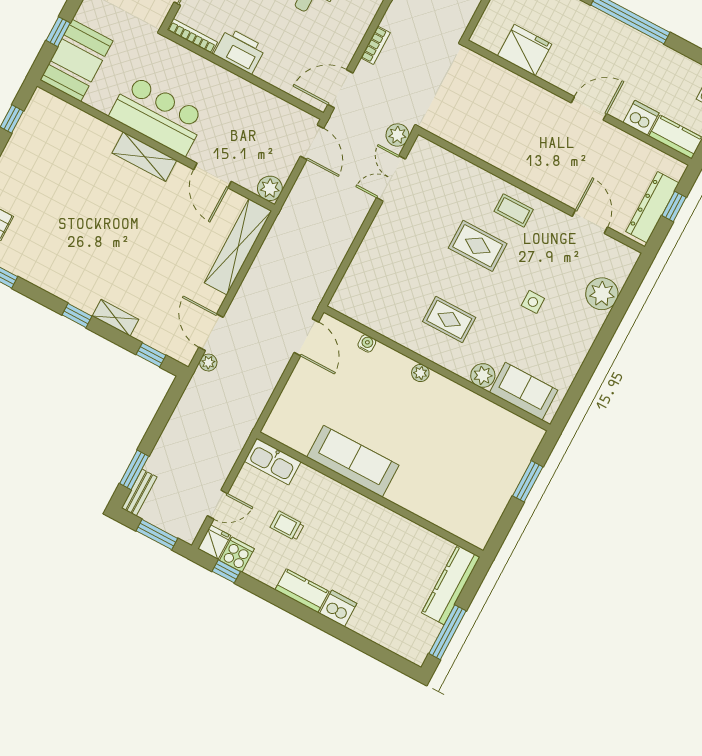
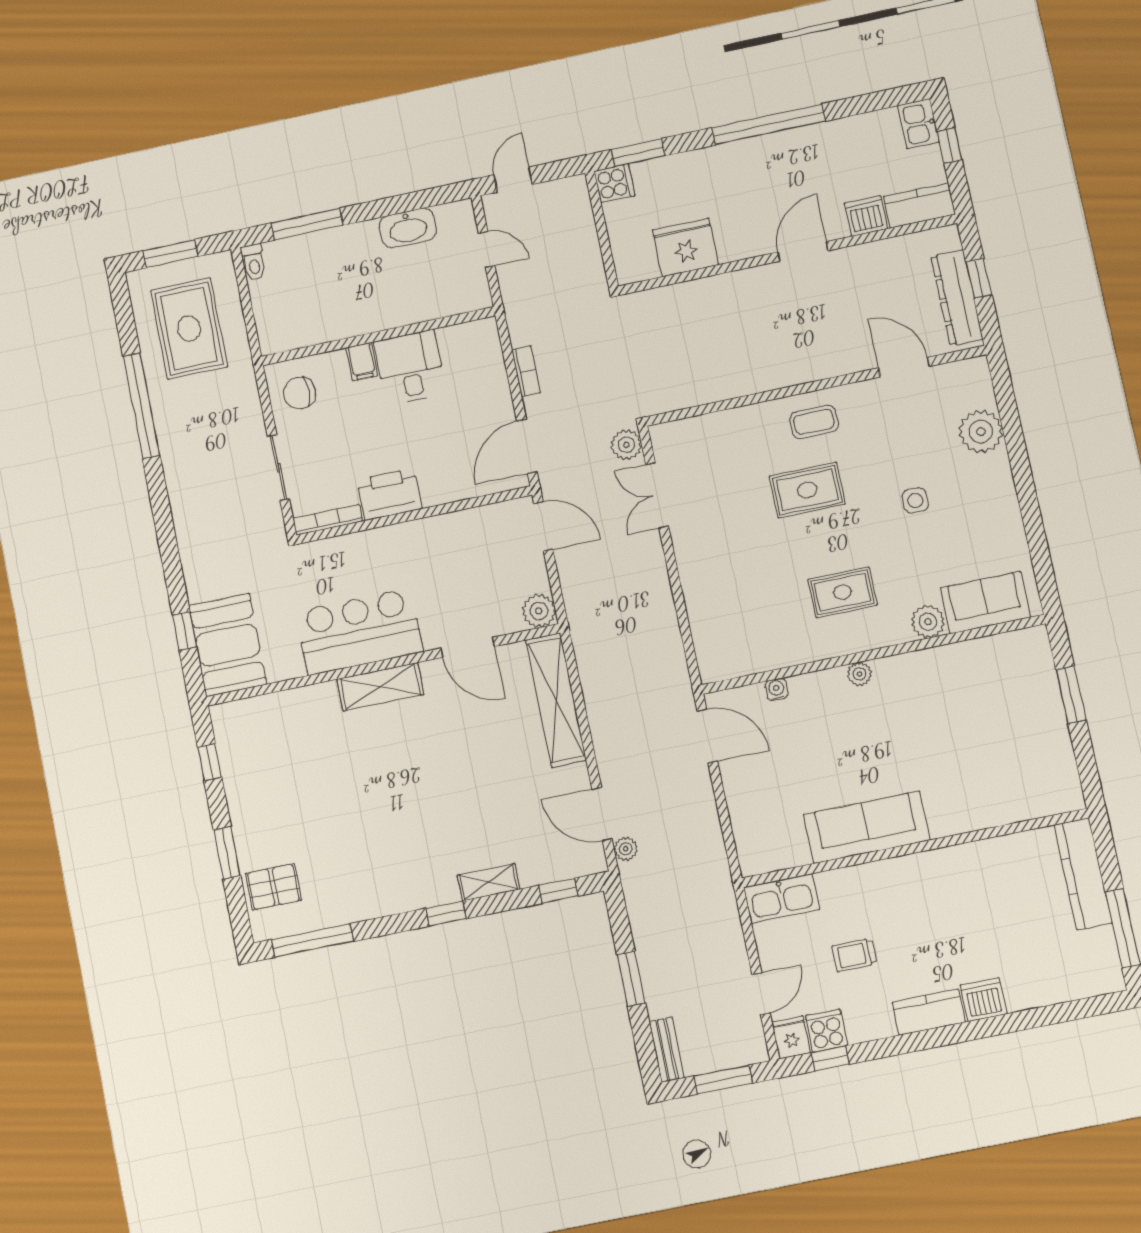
window: (134, 470) -> (631, 979), moved

